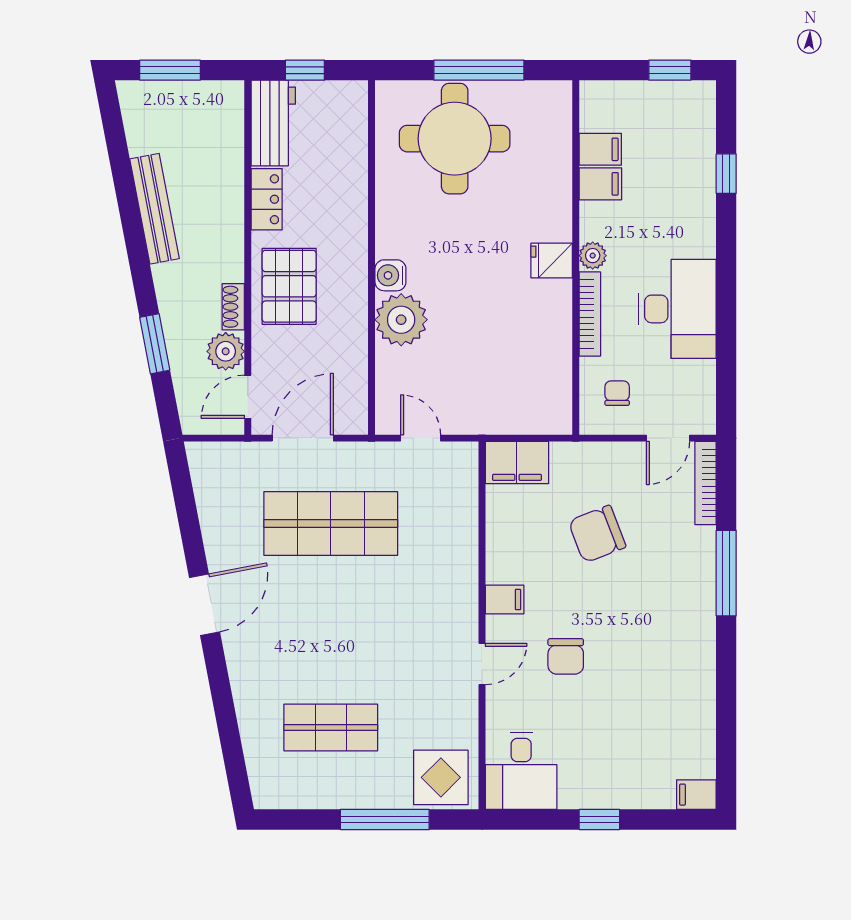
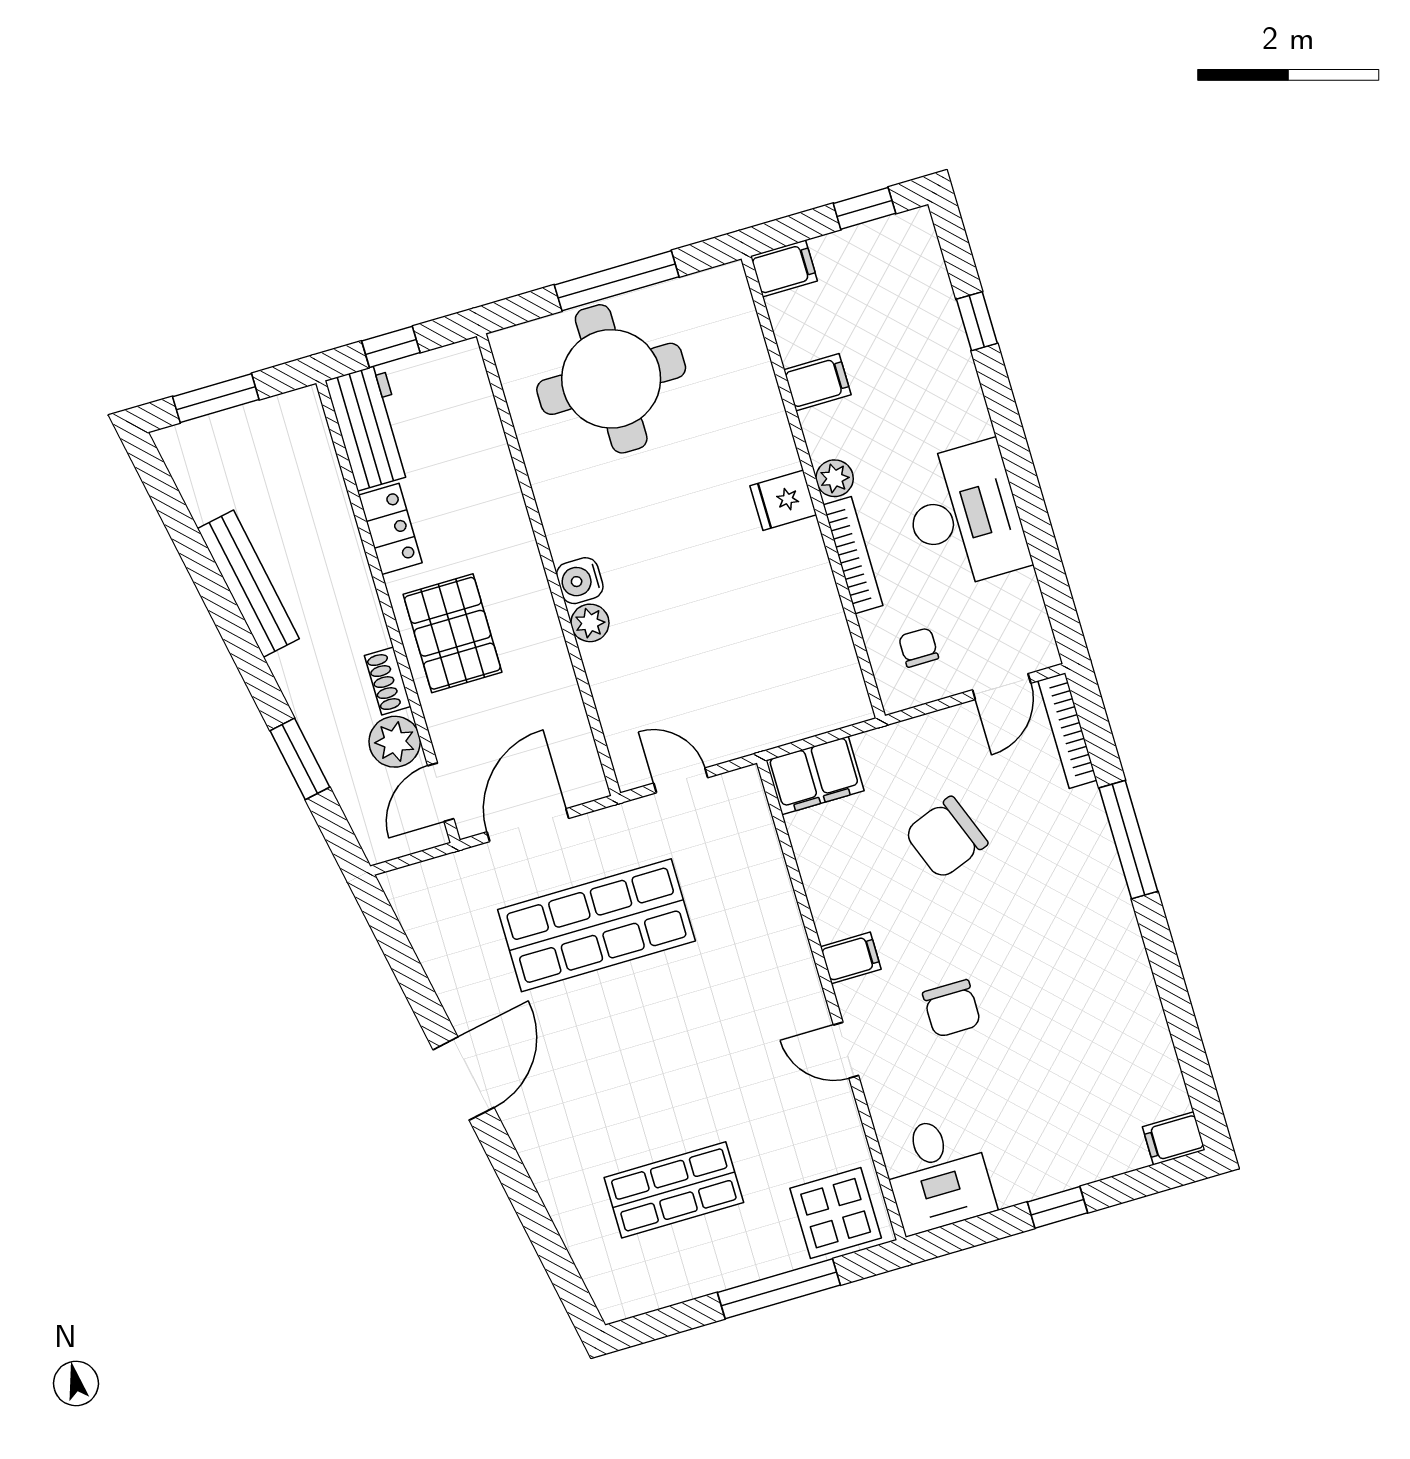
filing cabinet: (600, 149) -> (784, 268), moved
plant: (401, 320) -> (590, 623), width x0.53, depth x0.53
door: (482, 664) -> (846, 1050), swing flipped

